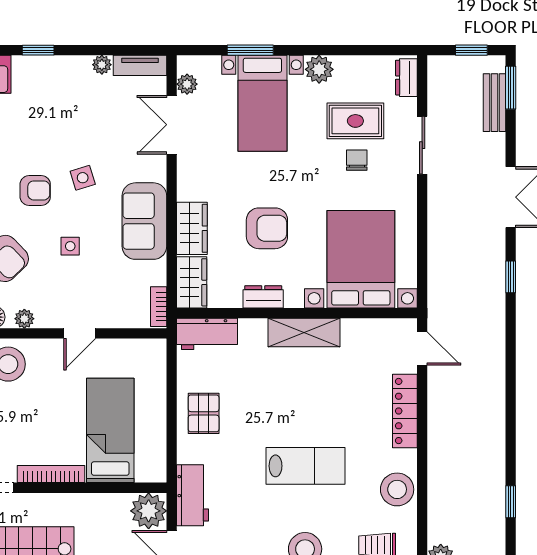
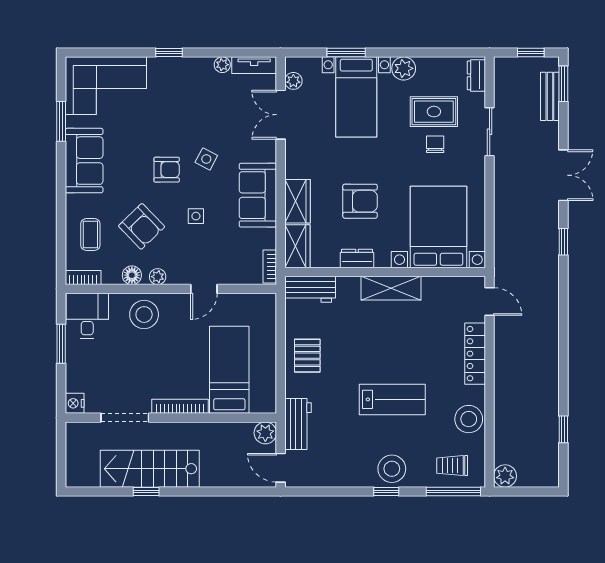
side table: (83, 178) -> (206, 159), turned 45
plant: (149, 511) -> (265, 433), width x0.73, depth x0.73

